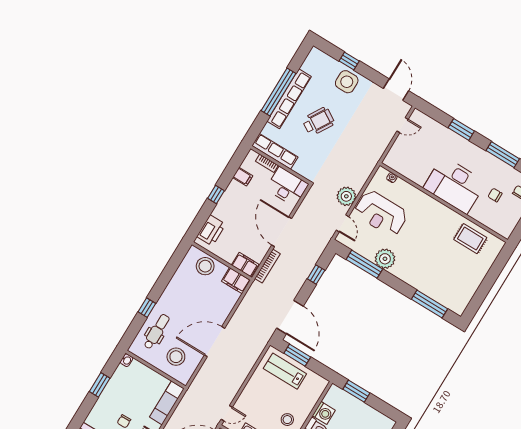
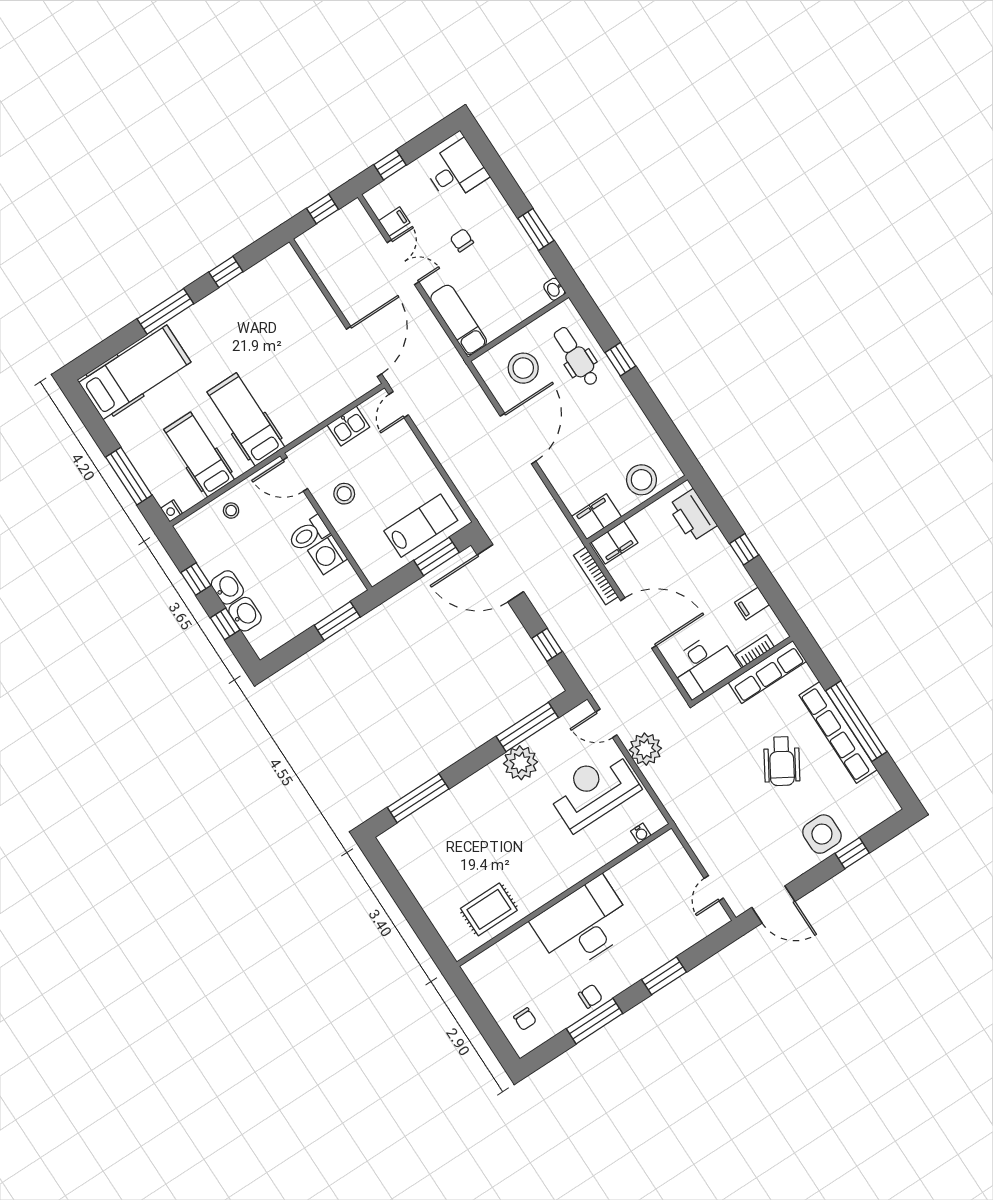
chair: (495, 195) -> (590, 996), moved
dental chair: (157, 332) -> (576, 357), turned 180

